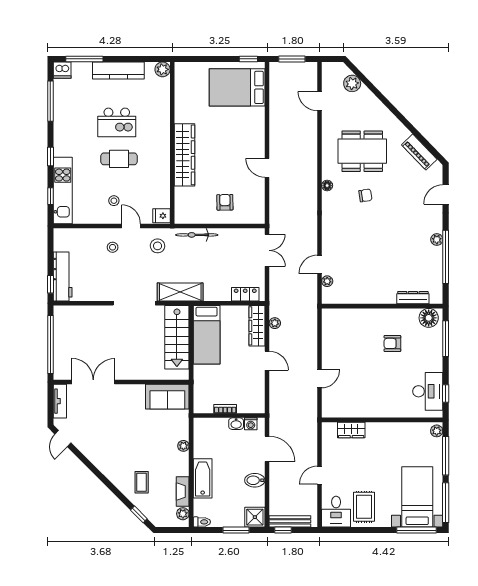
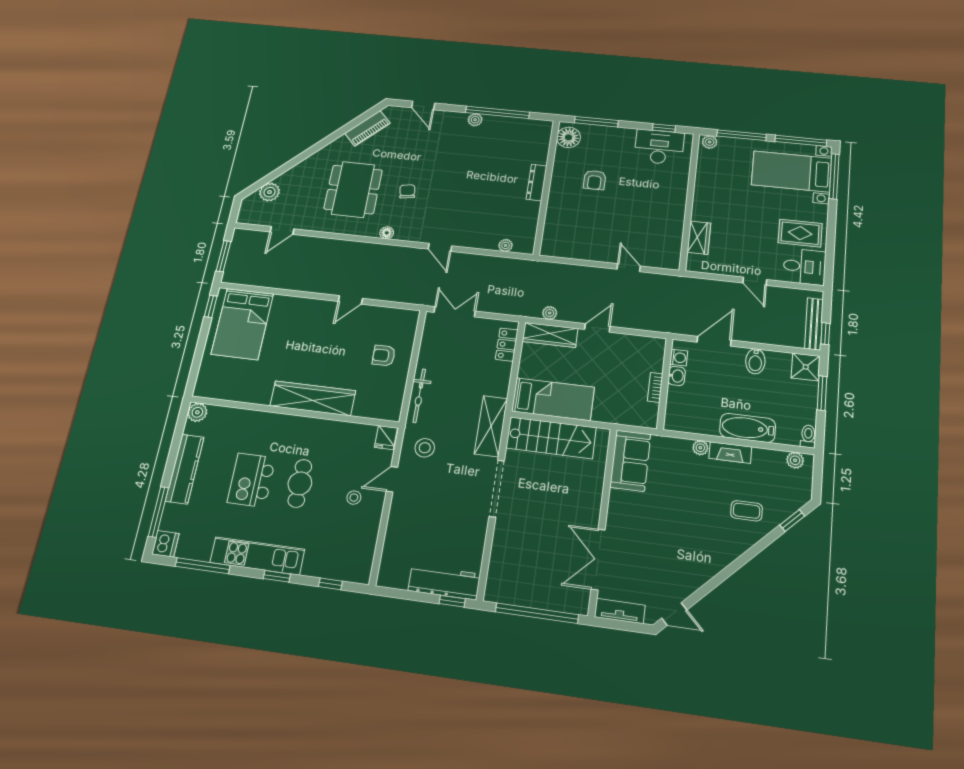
kitchen island: (117, 122) -> (251, 480), turned 180
kitchen unit: (63, 190) -> (257, 556), moved
stool: (113, 247) -> (416, 508), removed
door: (319, 264) -> (440, 247), moved
dresser: (413, 298) -> (537, 183), moved
fireplace: (183, 492) -> (730, 452), moved

